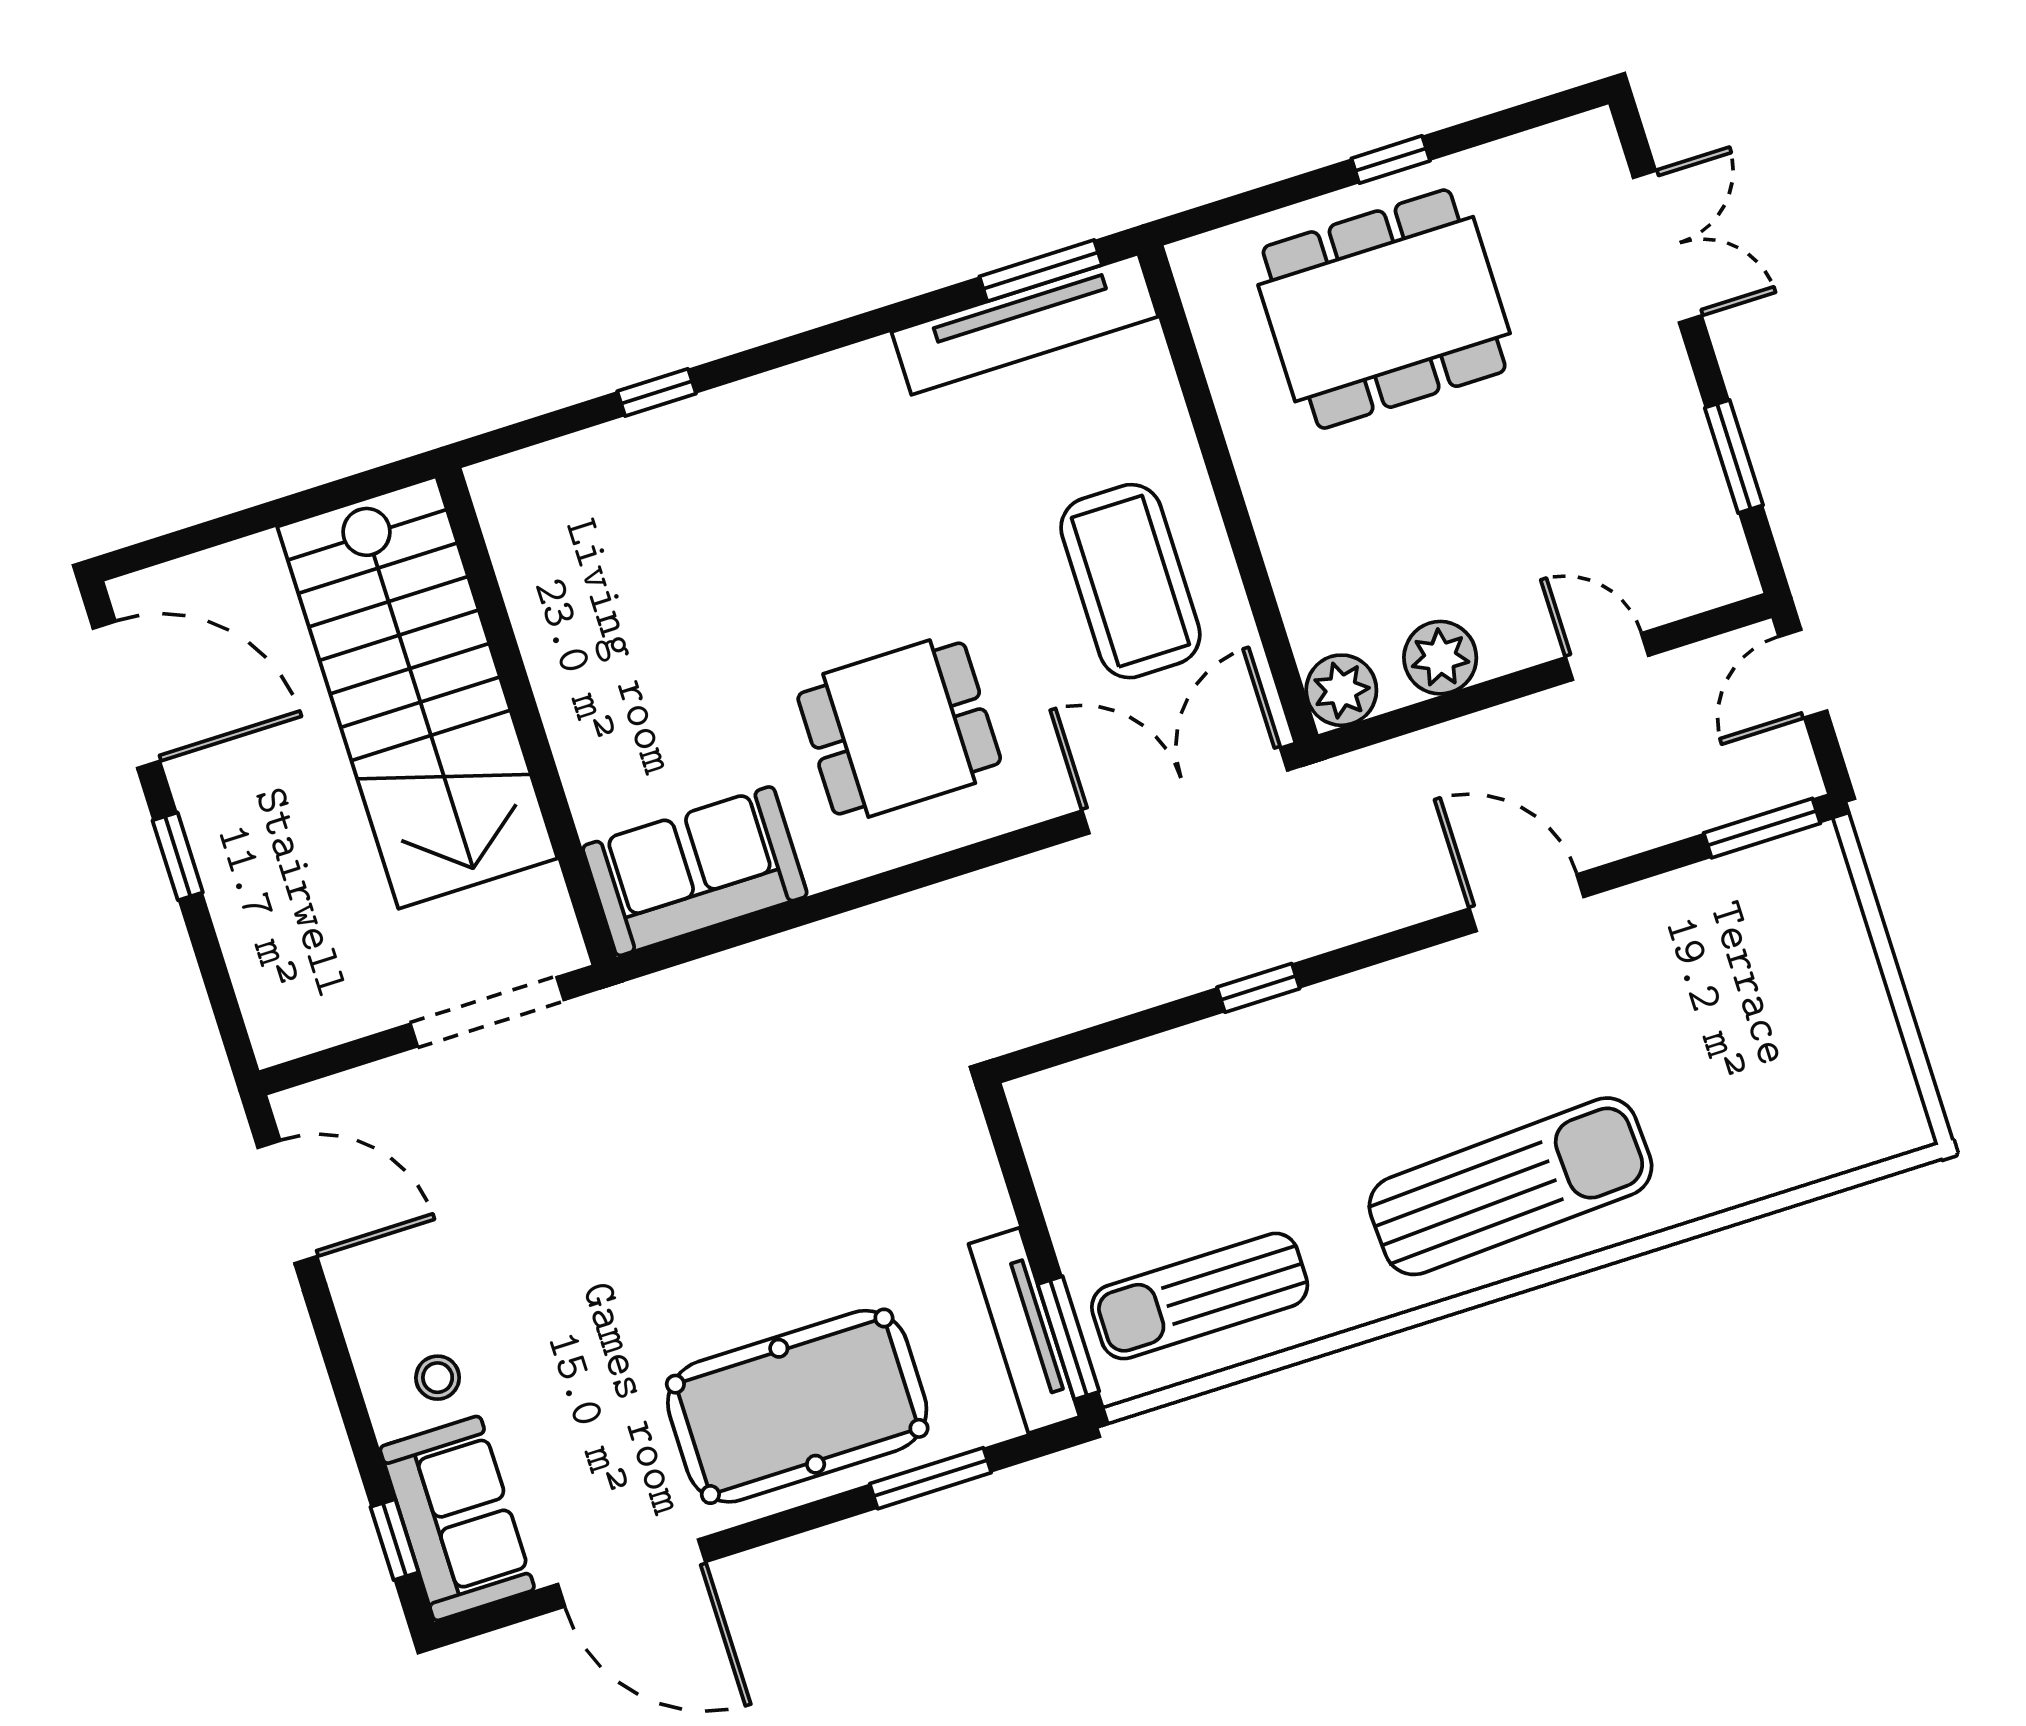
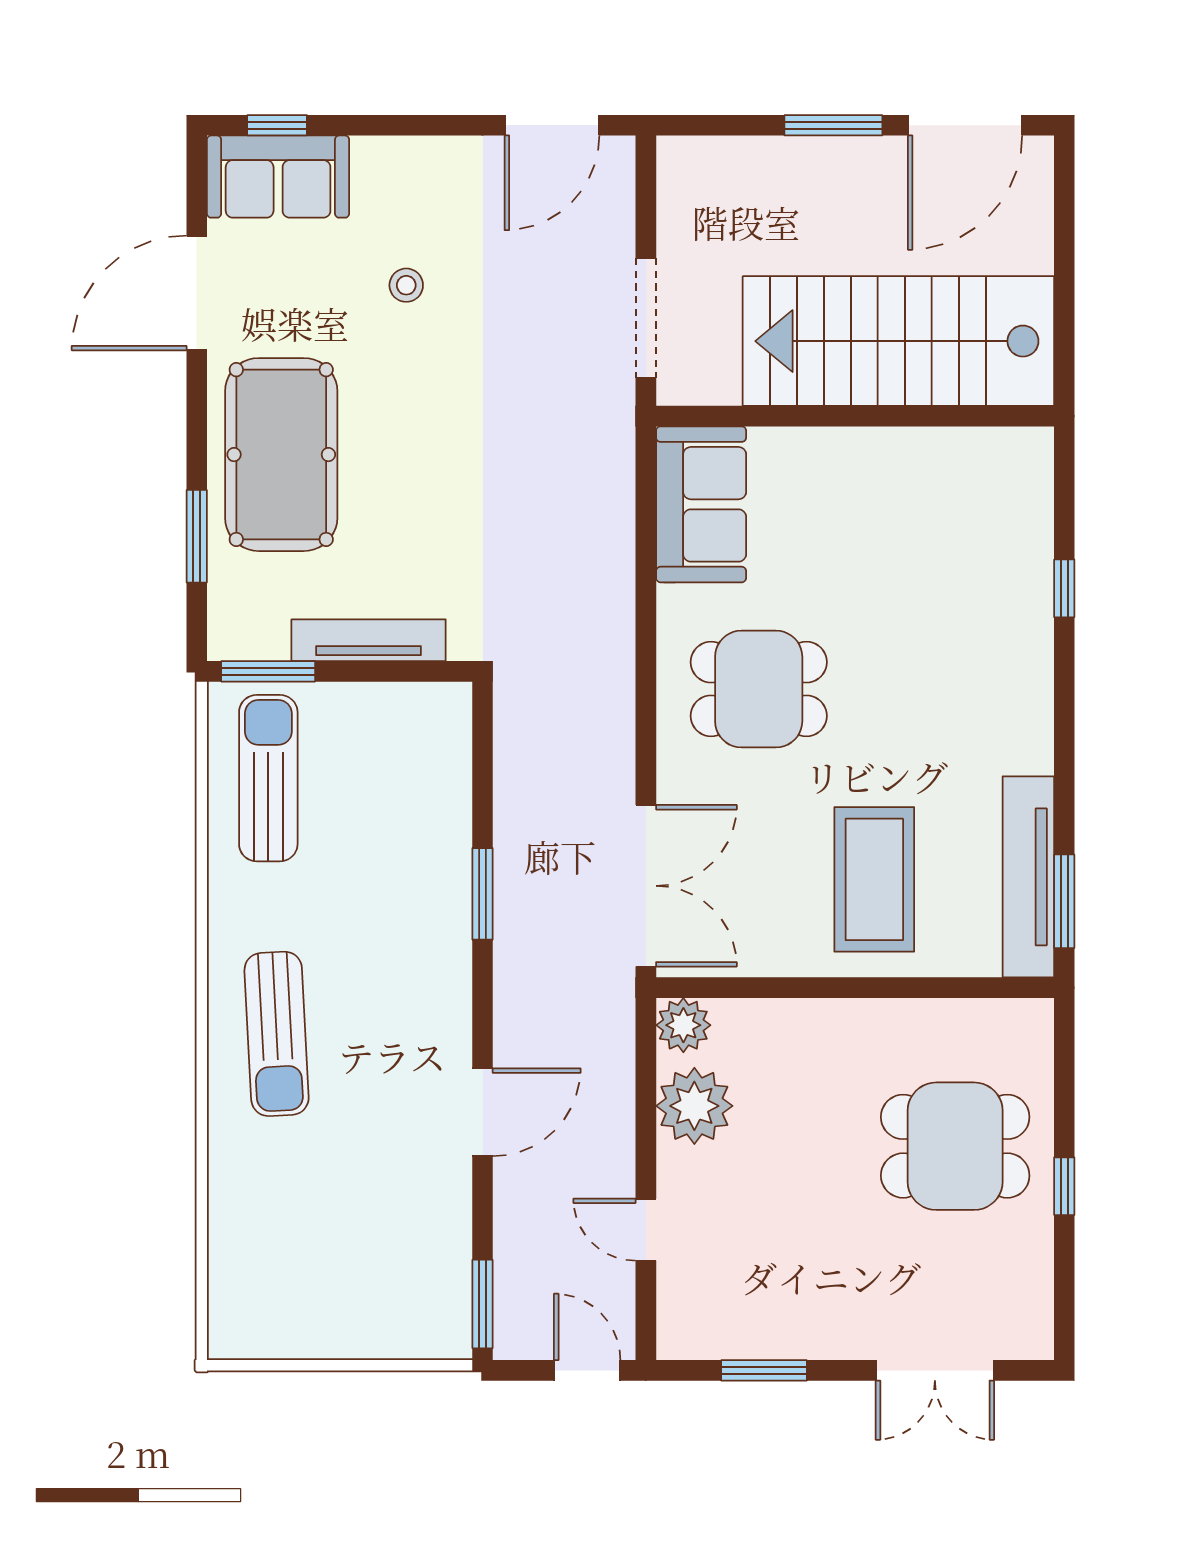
dining table: (1384, 309) -> (955, 1146), width x0.73
coffee table: (1130, 581) -> (874, 879), moved, turned 90
door: (1607, 657) -> (646, 1230), swing flipped
plant: (1440, 658) -> (694, 1106), width x1.36, depth x1.36
dining table: (899, 729) -> (759, 689), turned 90
window: (178, 856) -> (833, 125), width x1.50
window: (1258, 988) -> (483, 894), width x1.50
sun lounger: (1510, 1186) -> (277, 1034), width x0.73, depth x0.75
tv unit: (1024, 1330) -> (369, 640), moved
stool: (438, 1378) -> (406, 285), moved

